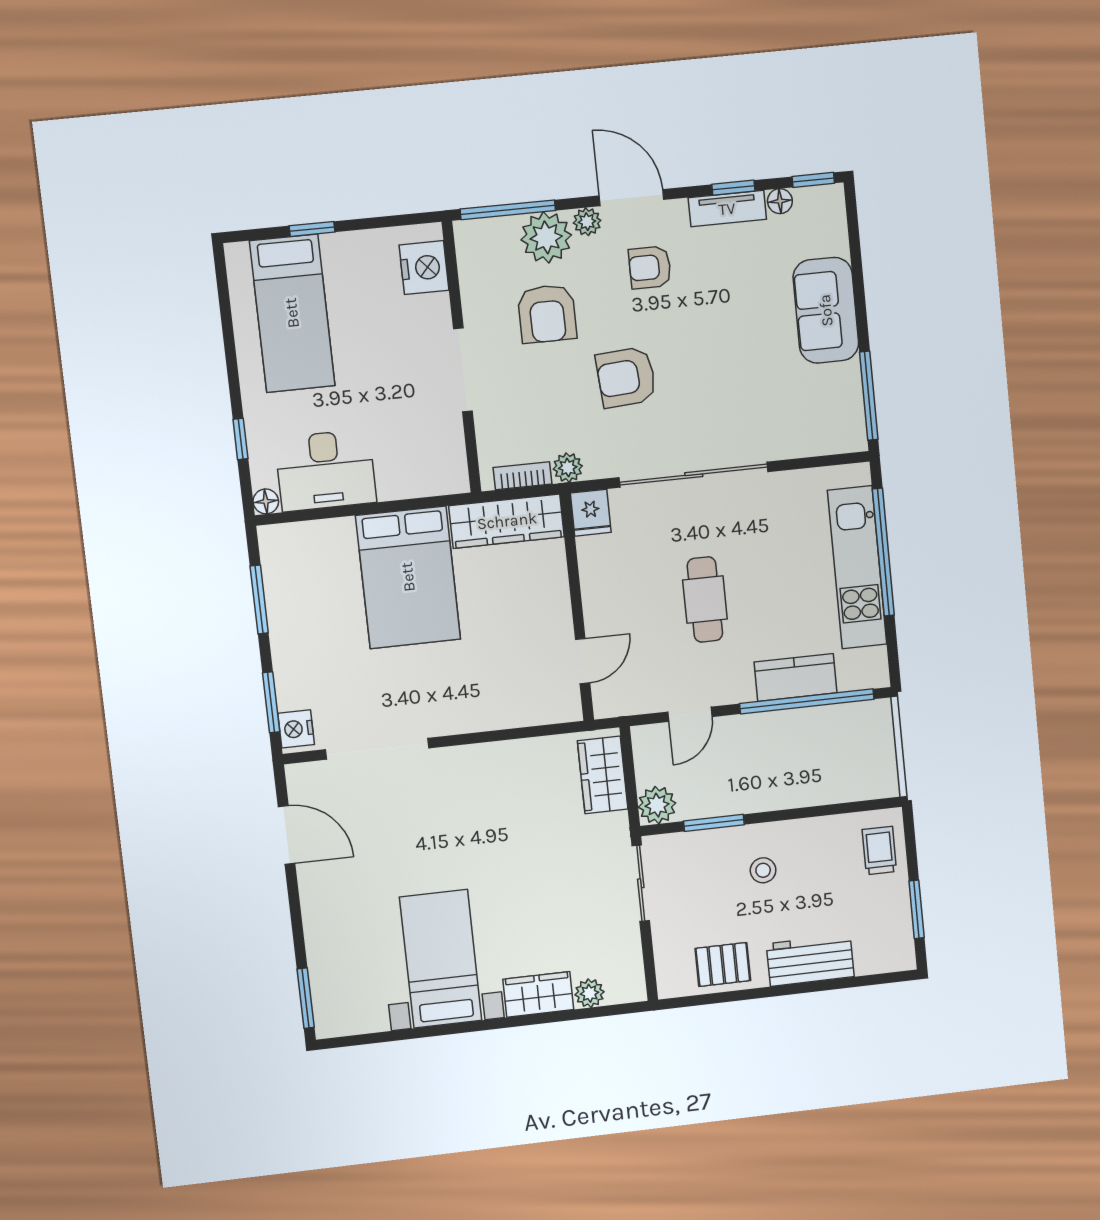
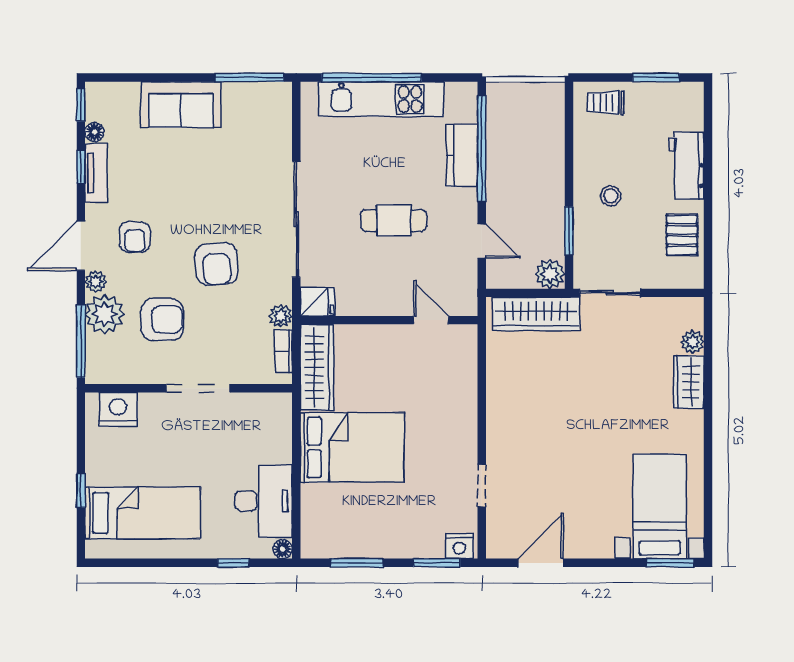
doorway: (377, 749) -> (482, 486), width x0.53
wardrobe: (603, 775) -> (536, 314), width x1.50
bed with nightstands: (441, 959) -> (660, 506), moved, turned 90

